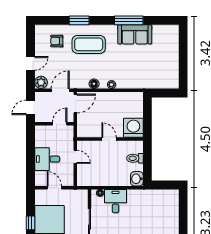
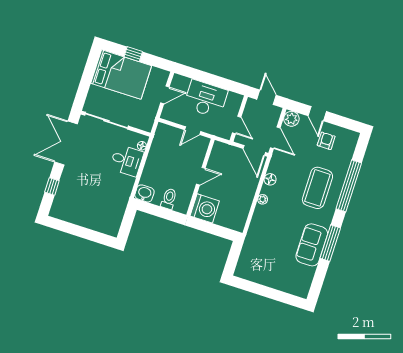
window: (79, 20) -> (349, 186), width x2.11
armchair: (57, 41) -> (326, 141), moved
desk: (47, 159) -> (206, 99), width x1.37

